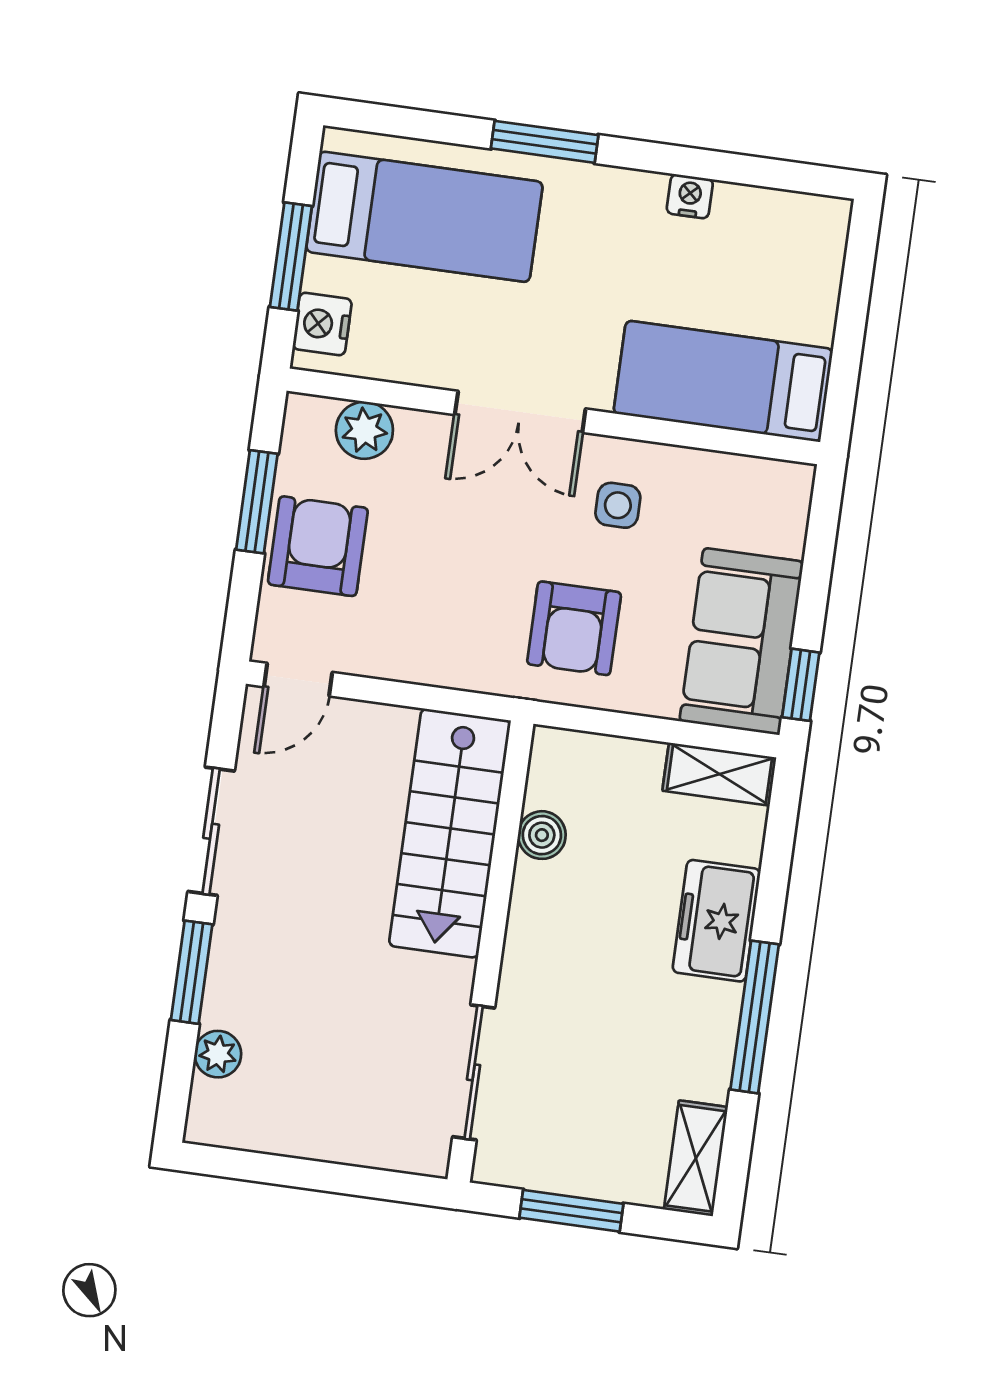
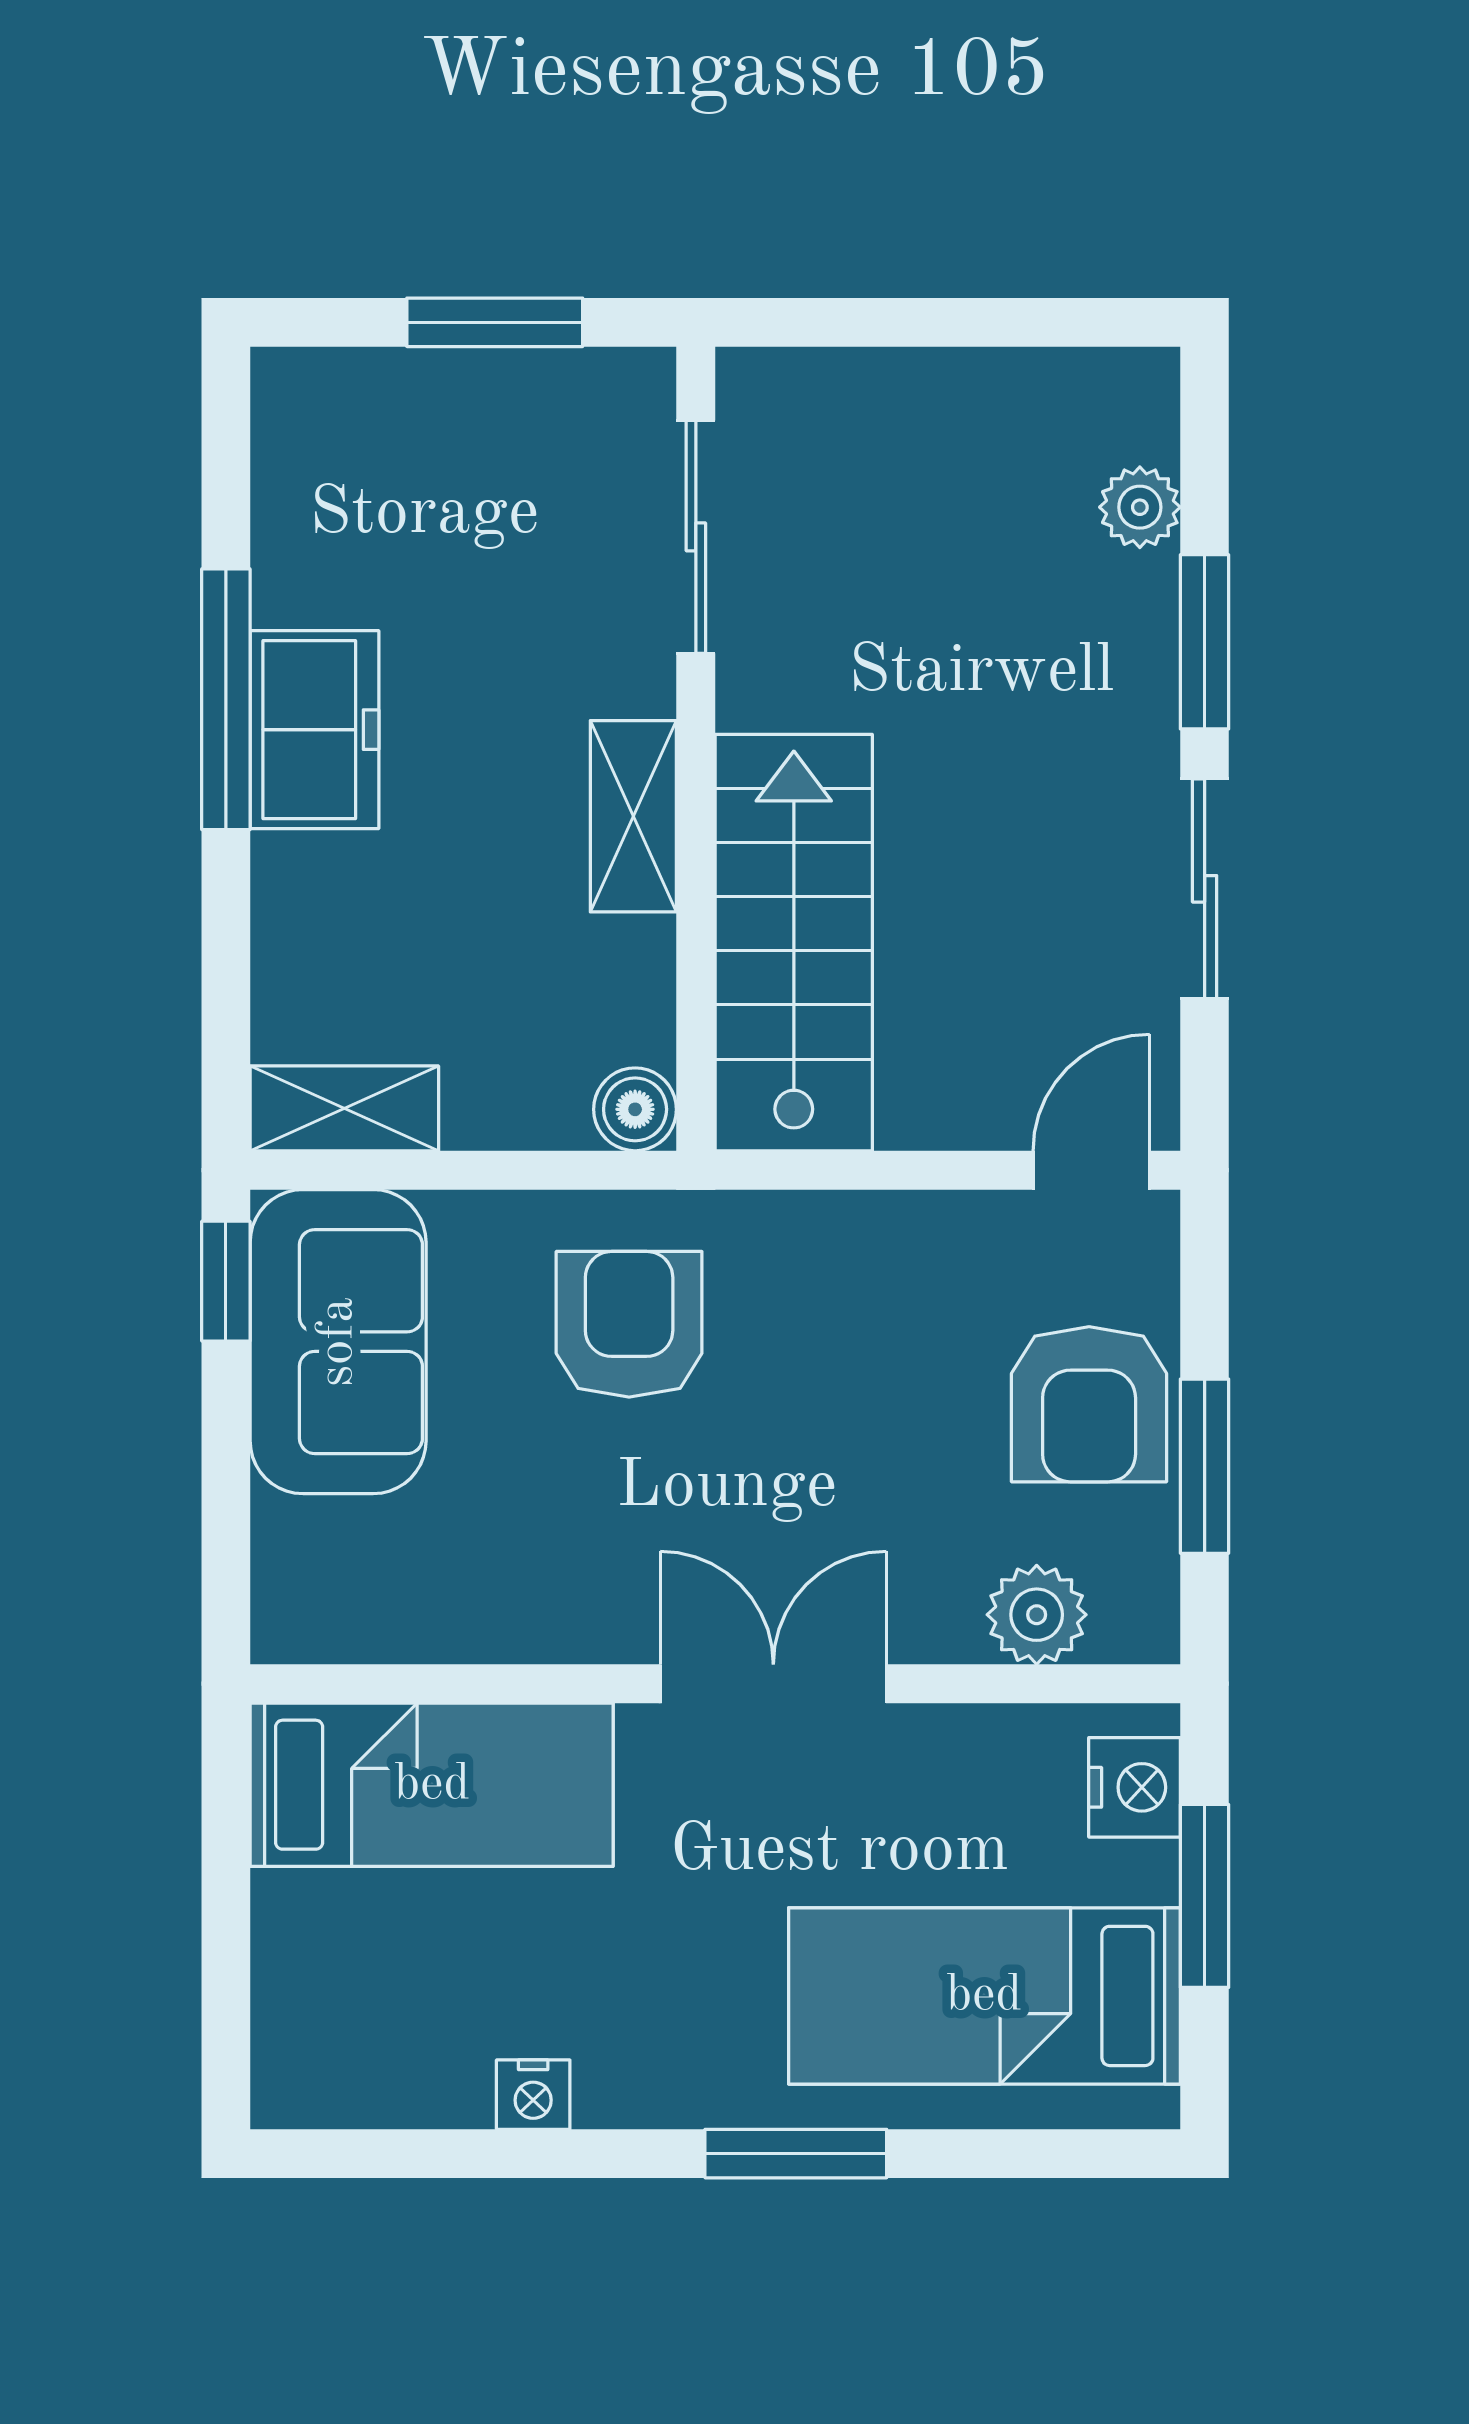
side table: (618, 505) -> (583, 1546), removed
boiler: (542, 835) -> (635, 1109), moved
freezer: (716, 921) -> (314, 730), moved
shelving: (696, 1158) -> (633, 816), moved

